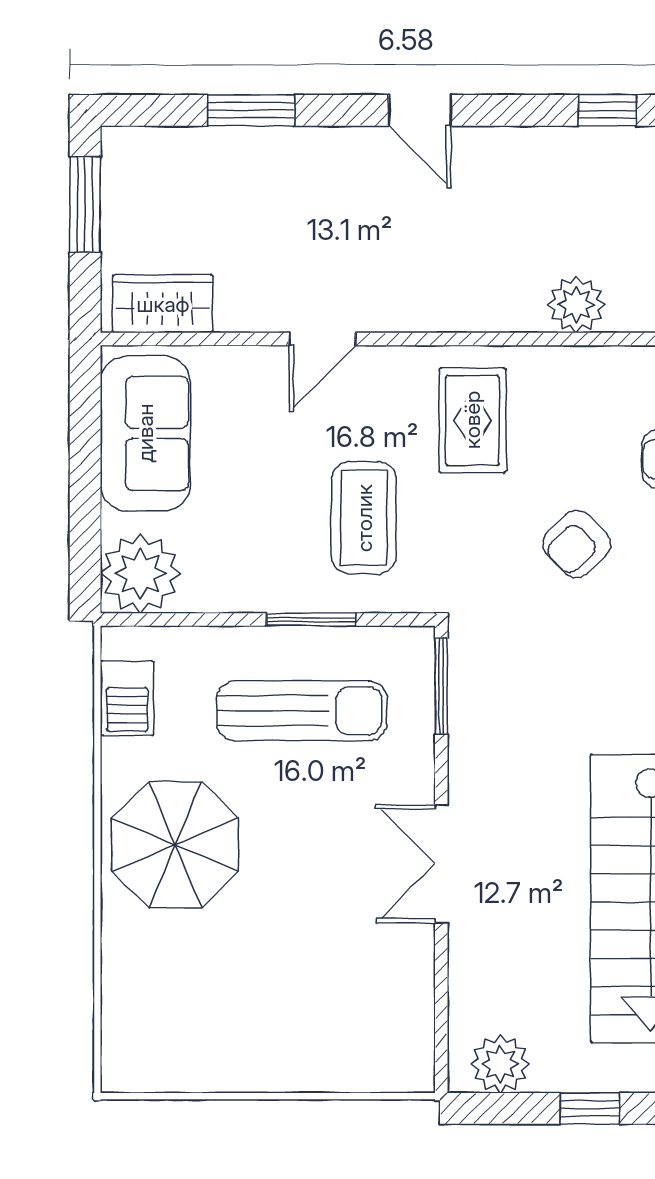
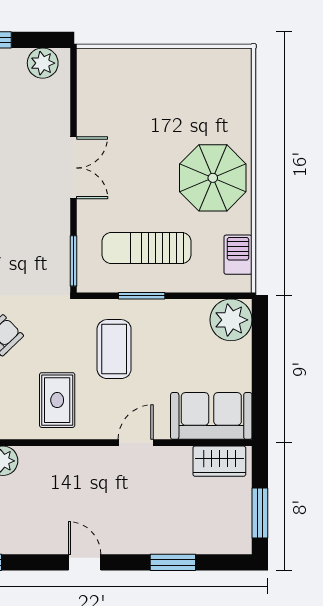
sofa: (145, 433) -> (211, 416), moved, turned 90

